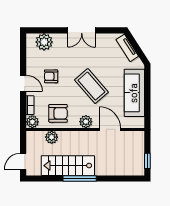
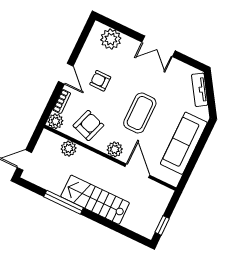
coffee table: (91, 86) -> (140, 113), turned 41
armchair: (58, 113) -> (88, 125), turned -71
stairs: (68, 166) -> (95, 200), moved
window: (80, 179) -> (64, 202), moved

